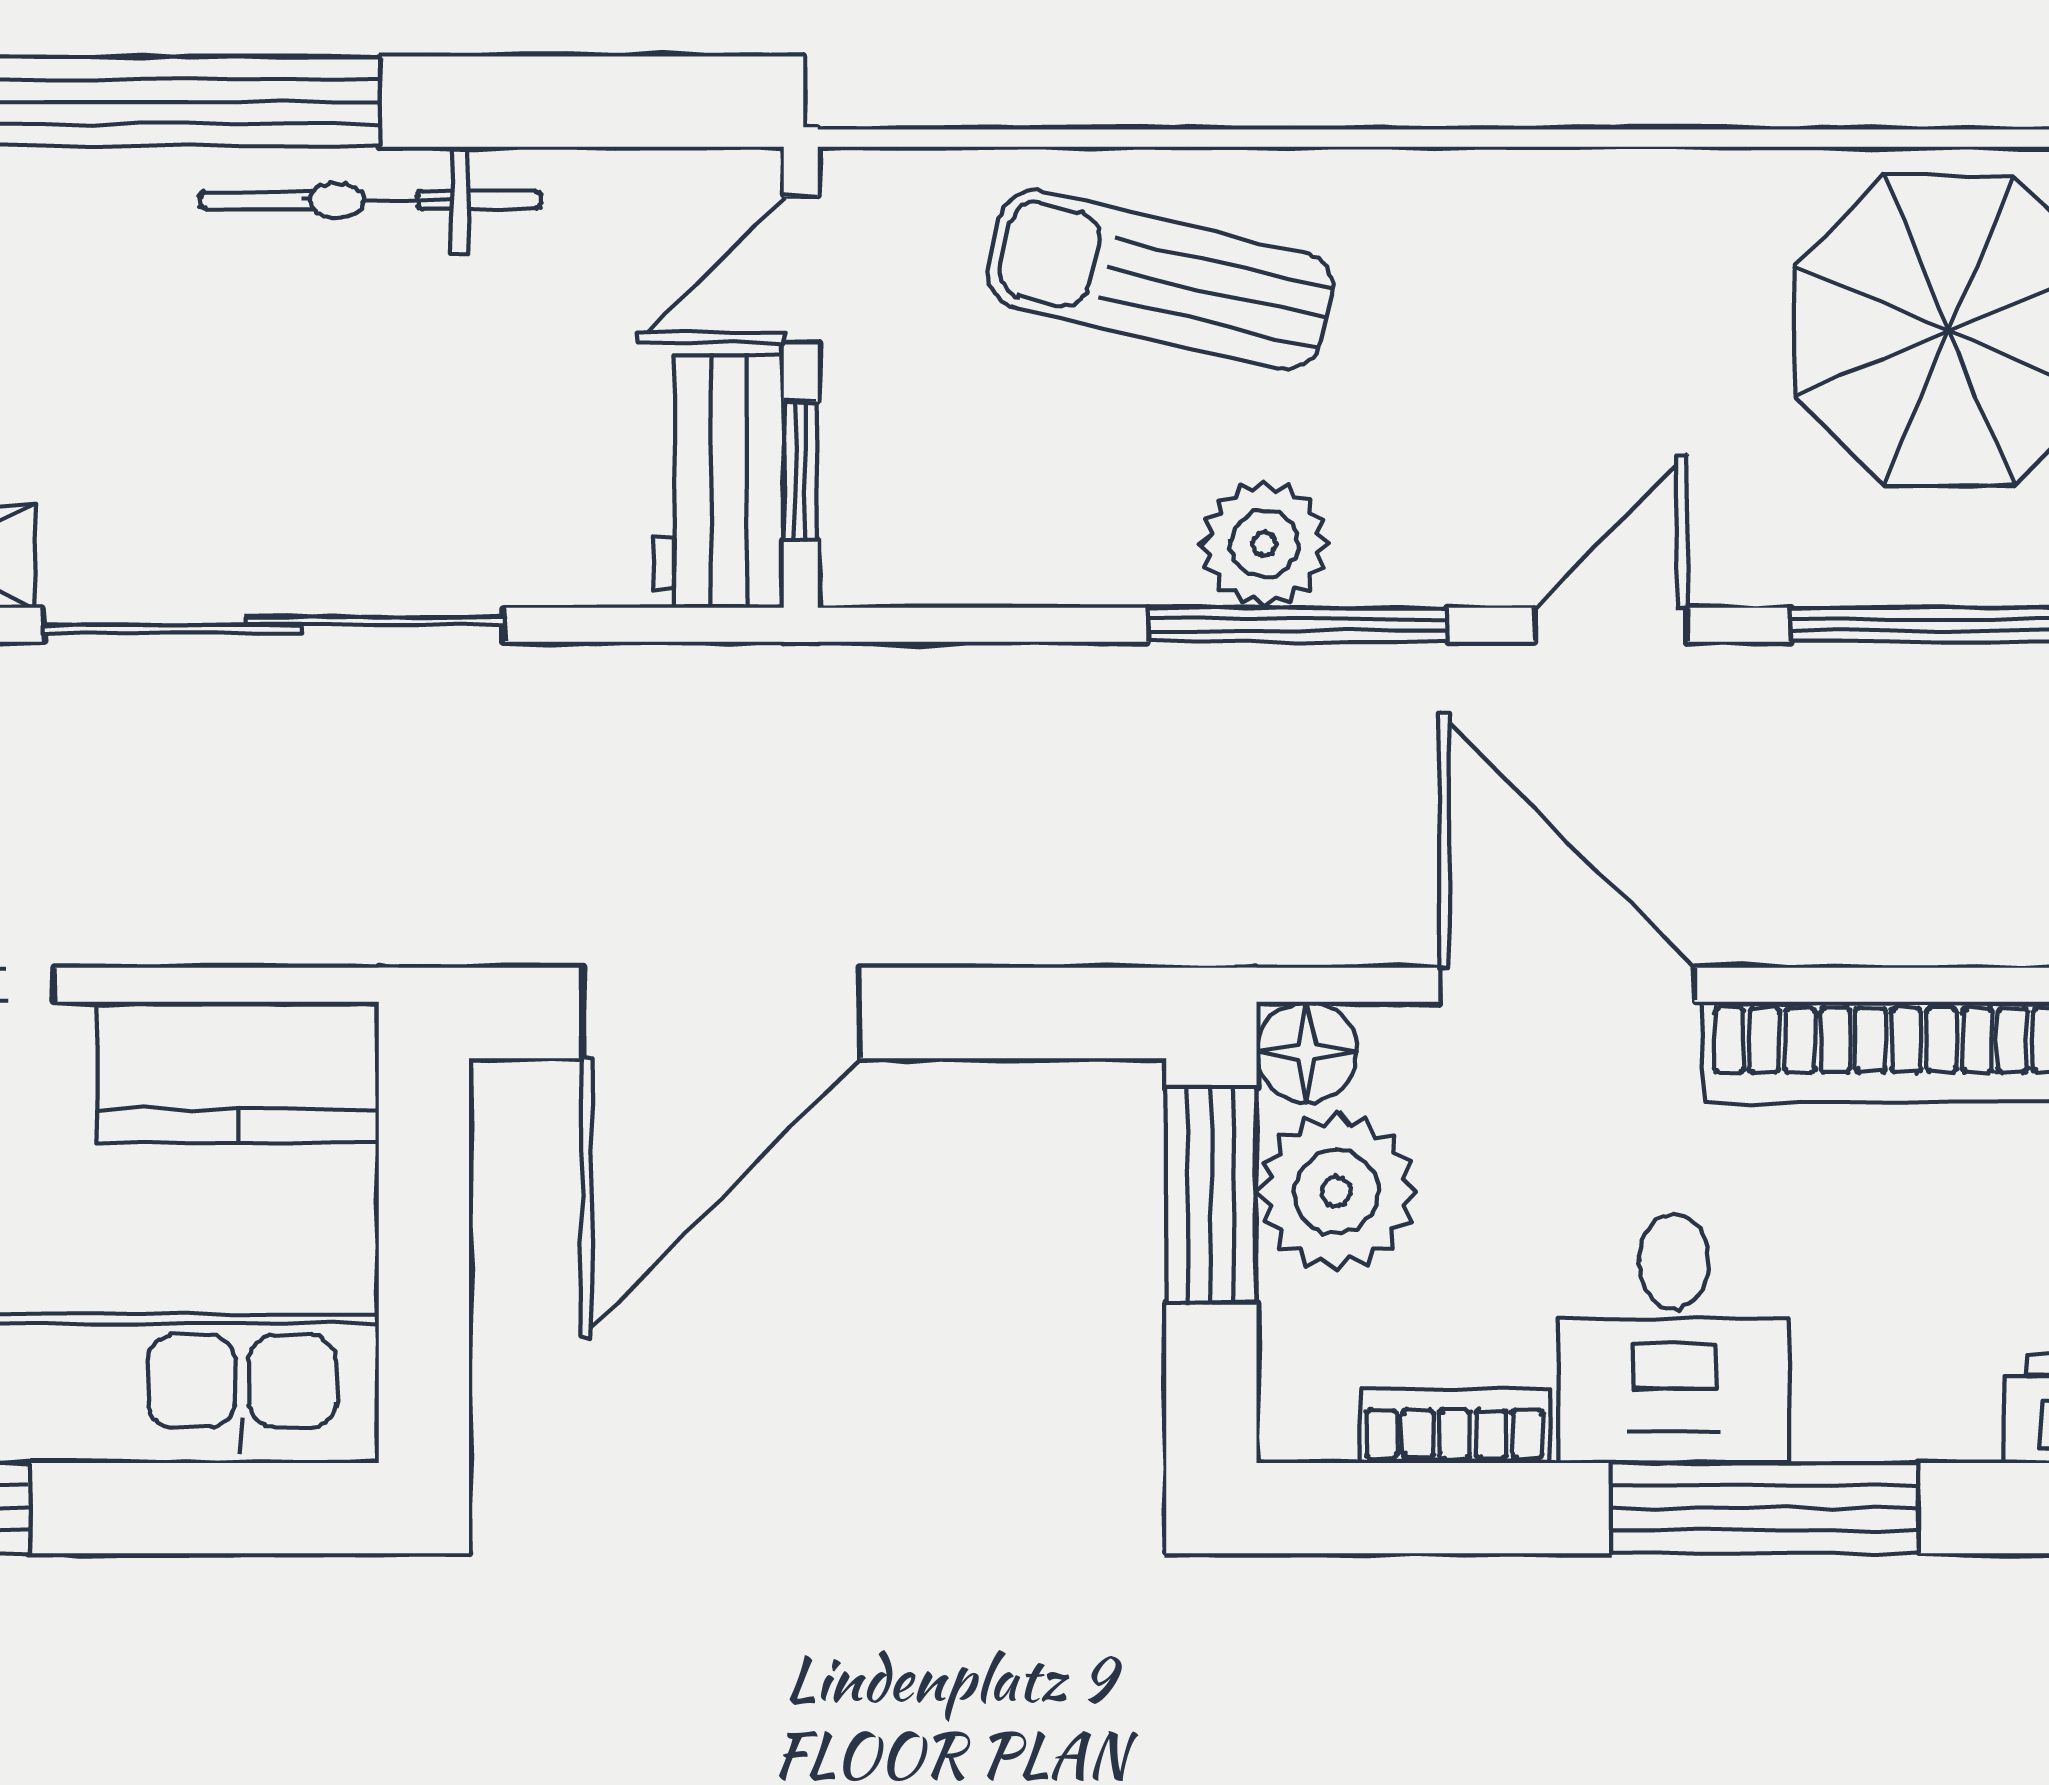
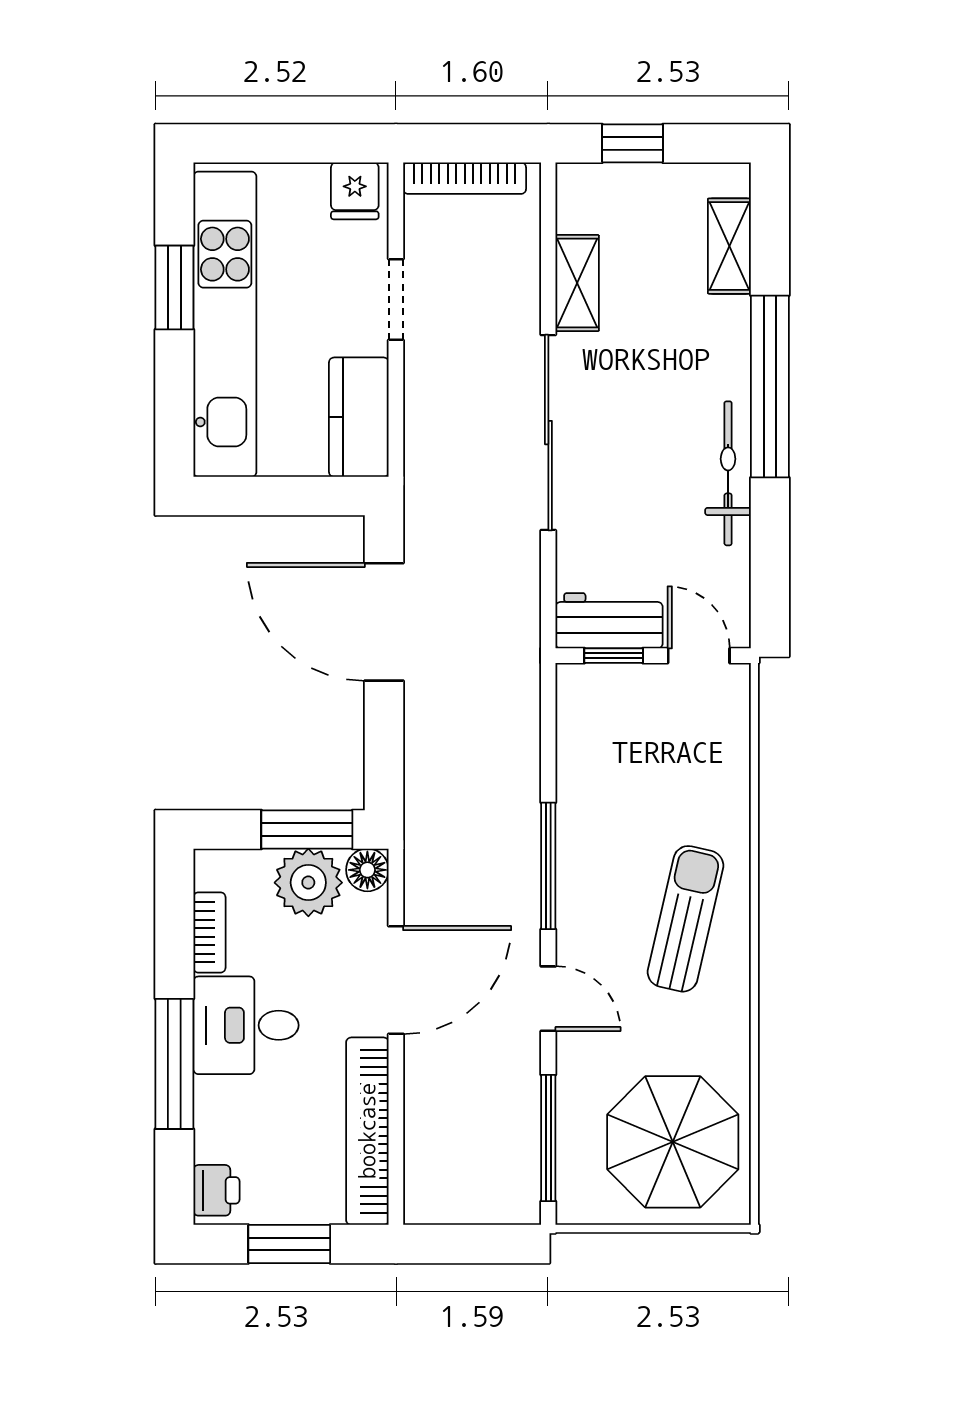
sun lounger: (1160, 280) -> (686, 919), moved
plant: (1264, 544) -> (583, 852), removed

